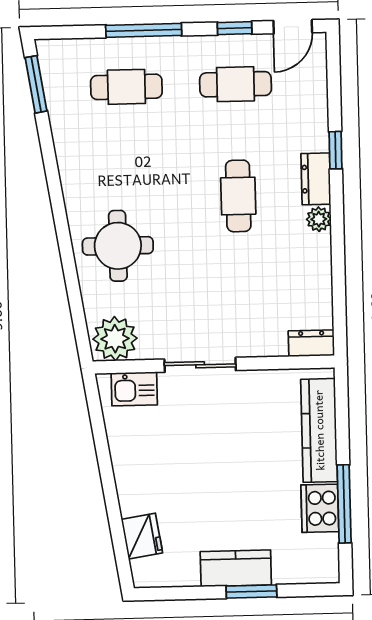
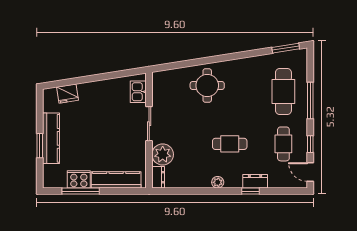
cafe table: (126, 87) -> (283, 91), width x1.37, depth x1.35
dresser: (316, 179) -> (255, 181), moved
plant: (115, 339) -> (163, 154), moved
kitchen counter: (236, 568) -> (51, 138), width x1.50

